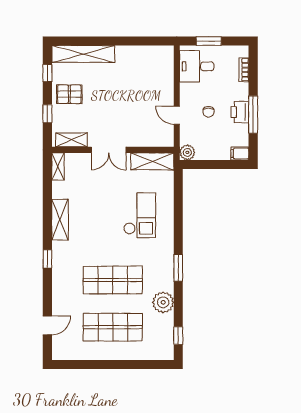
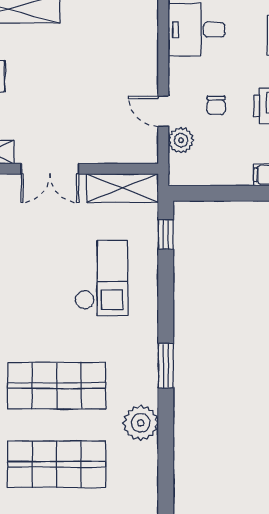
plant: (187, 152) -> (181, 140), moved
window: (178, 336) -> (166, 235), moved

